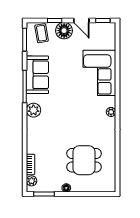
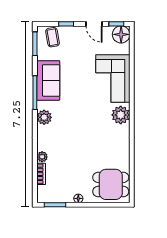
floor lamp: (64, 31) -> (121, 34), moved
plant: (111, 112) -> (121, 115), width x1.88, depth x1.88
dining table: (84, 160) -> (111, 184), moved
plant: (32, 181) -> (42, 157), moved

